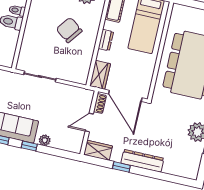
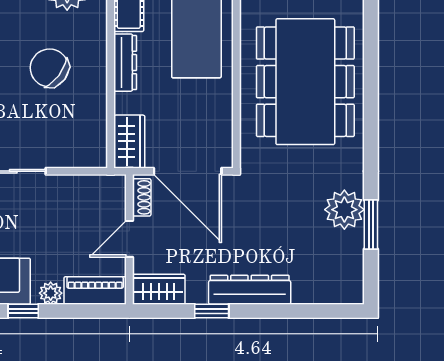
dresser: (106, 40) -> (125, 63), width x1.44
piano: (67, 144) -> (95, 290), added

